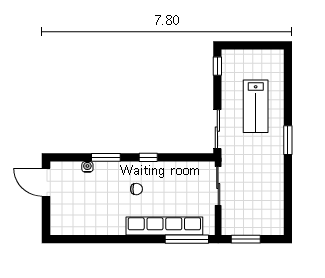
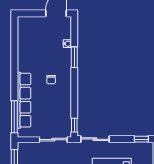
window: (148, 157) -> (74, 125), moved

